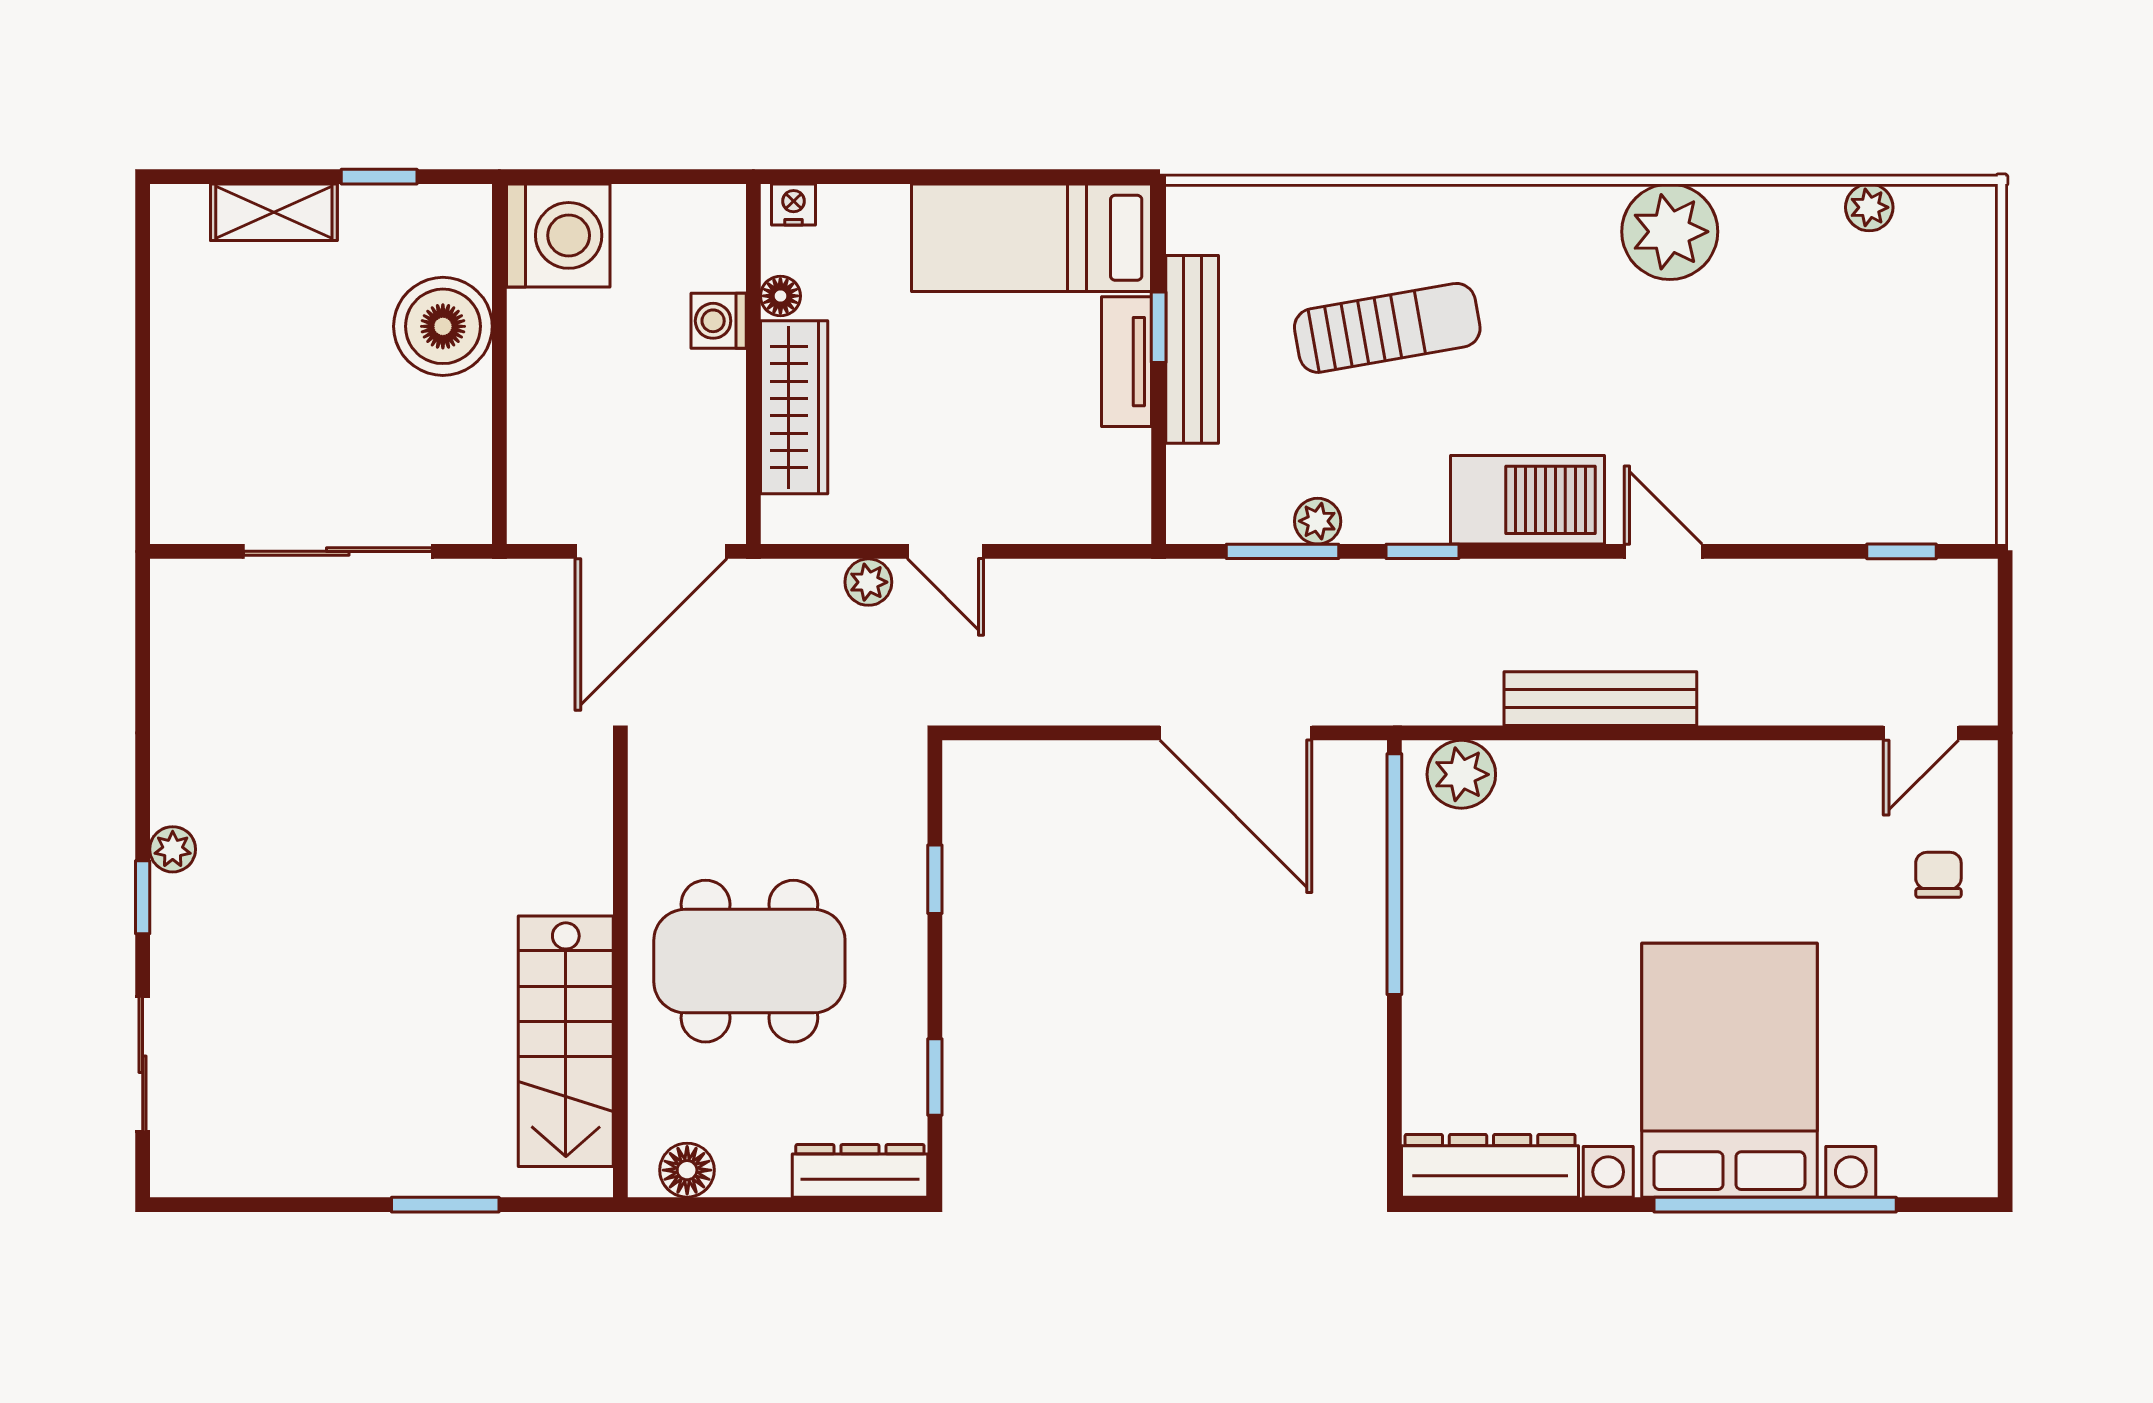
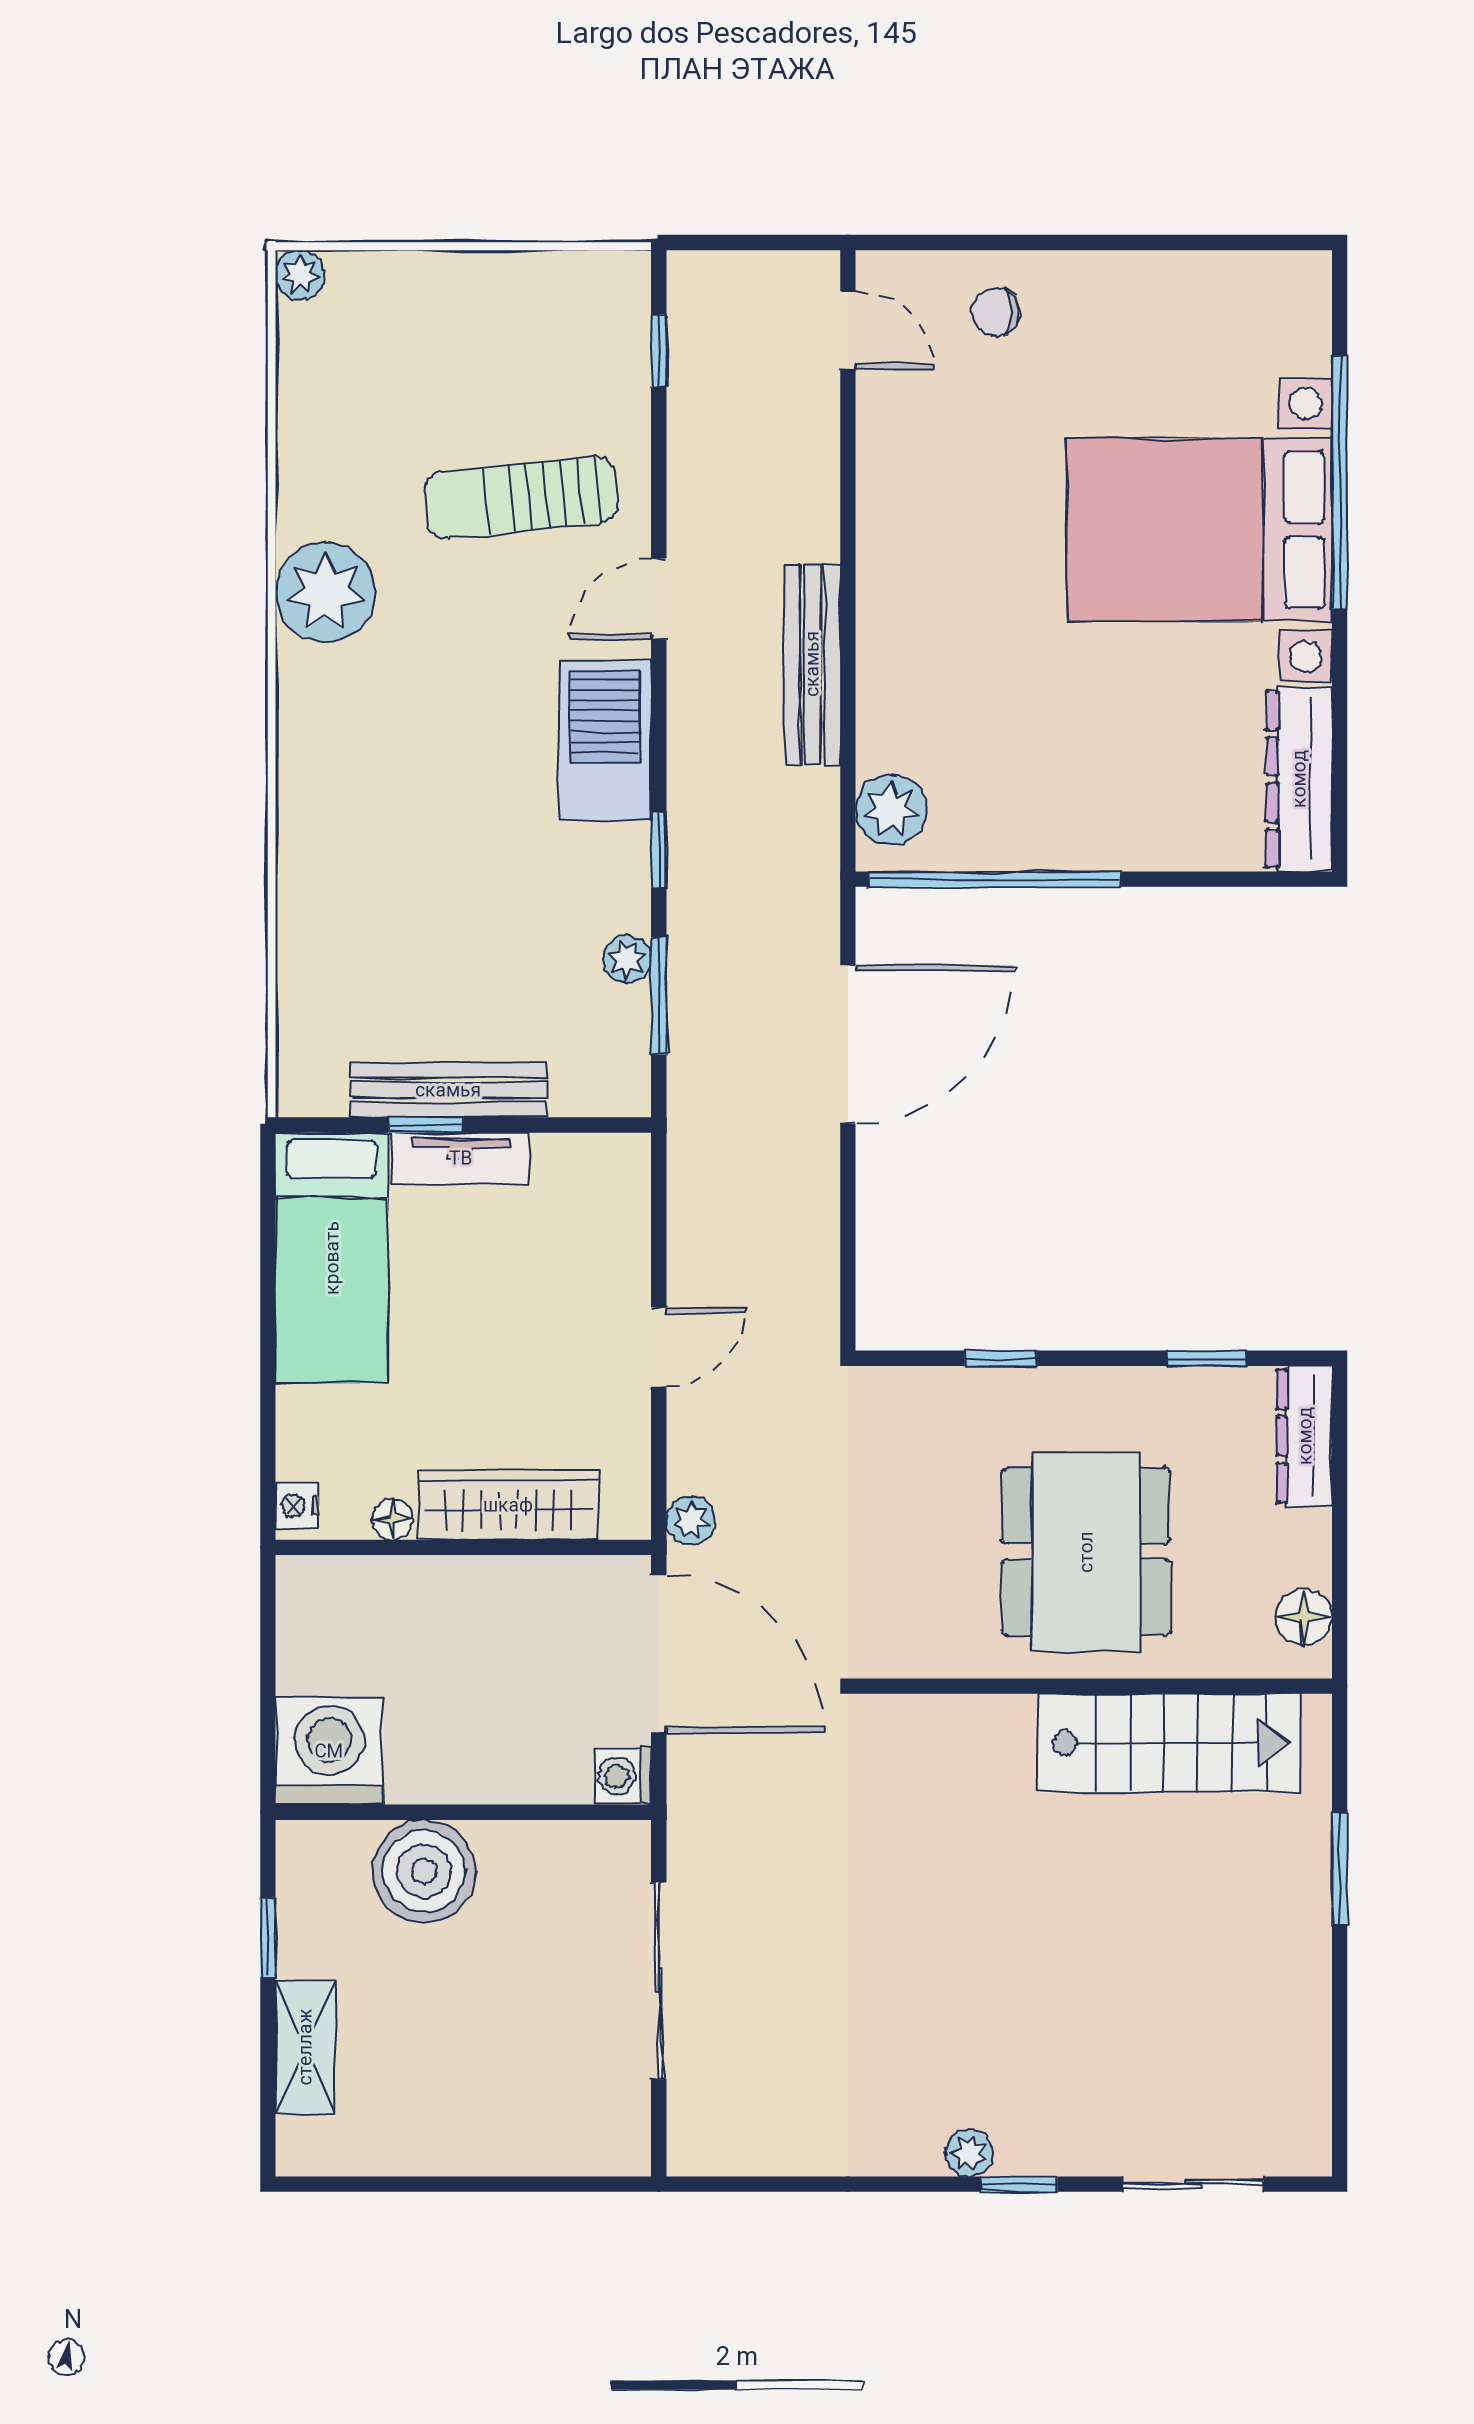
plant: (1869, 207) -> (300, 275), moved
washing machine: (719, 321) -> (622, 1776), moved, turned 90
sun lounger: (1387, 328) -> (521, 498), moved, turned -86
plant: (868, 582) -> (691, 1521), moved

